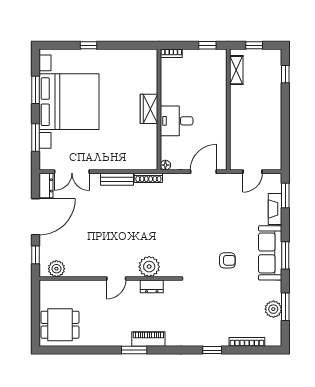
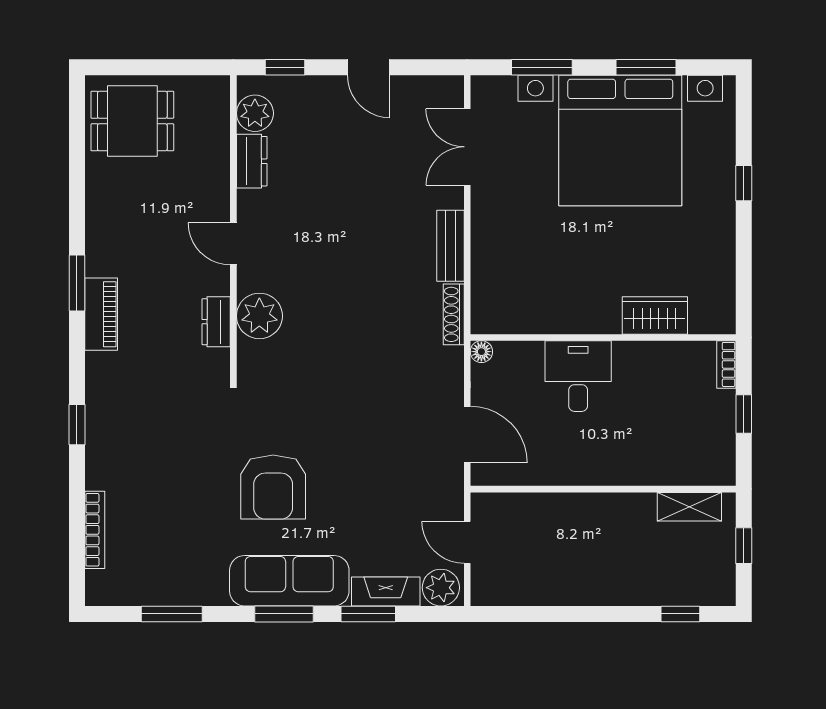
window: (207, 45) -> (744, 414), moved
wardrobe: (149, 109) -> (655, 315), moved
dresser: (46, 185) -> (252, 161), moved, turned -90
window: (285, 196) -> (368, 614), moved
door: (35, 217) -> (369, 67), width x0.53
armchair: (227, 260) -> (273, 487), width x1.88, depth x1.88
plant: (273, 309) -> (441, 588), moved
dining table: (60, 325) -> (132, 121), turned 90
window: (212, 350) -> (77, 425), moved

